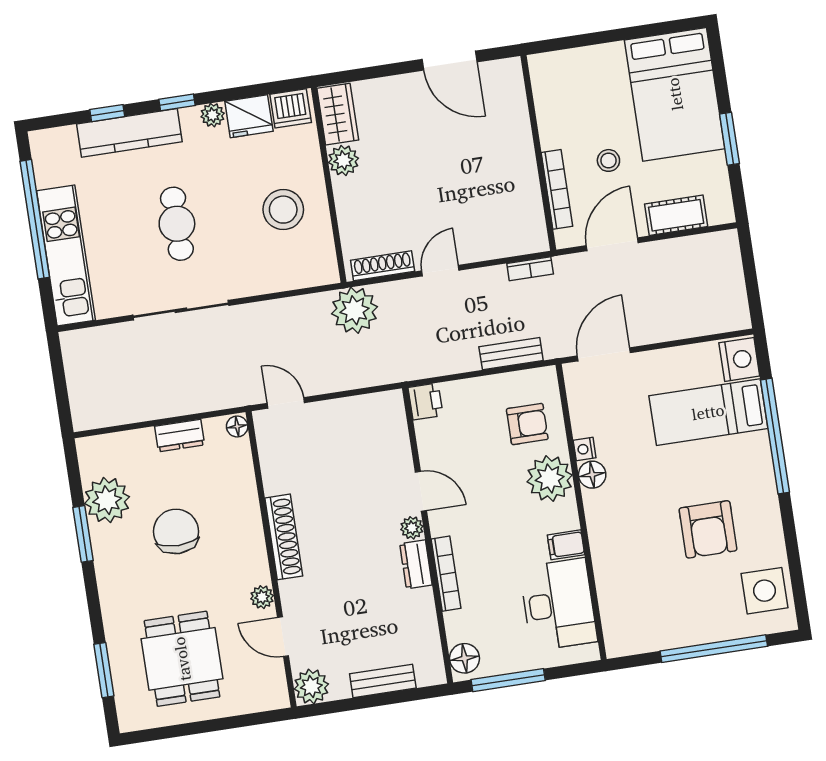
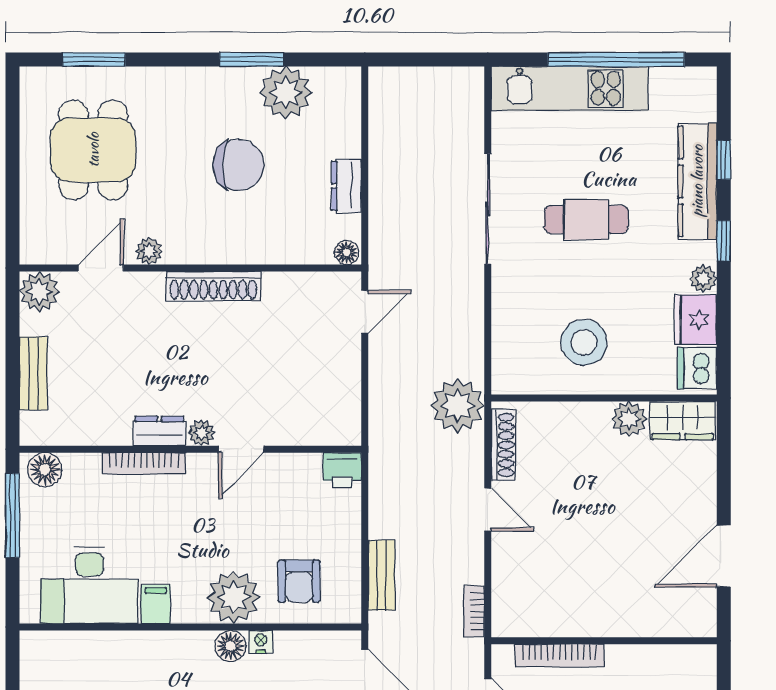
dining table: (182, 659) -> (93, 150), turned 90

